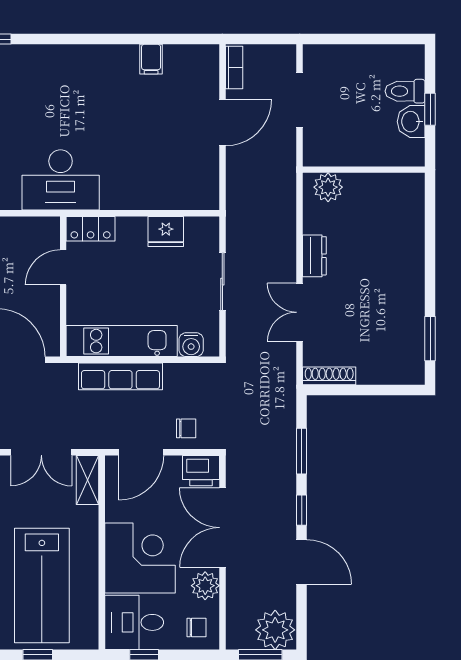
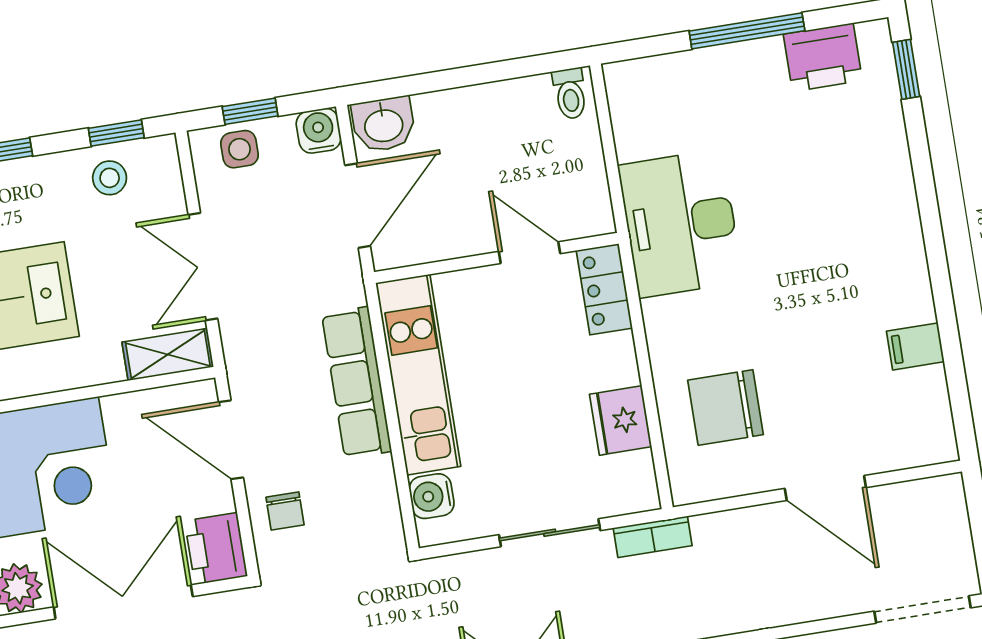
bookcase: (234, 67) -> (653, 537), moved
doorway: (300, 100) -> (923, 609), moved
chair: (168, 171) -> (725, 407), added

